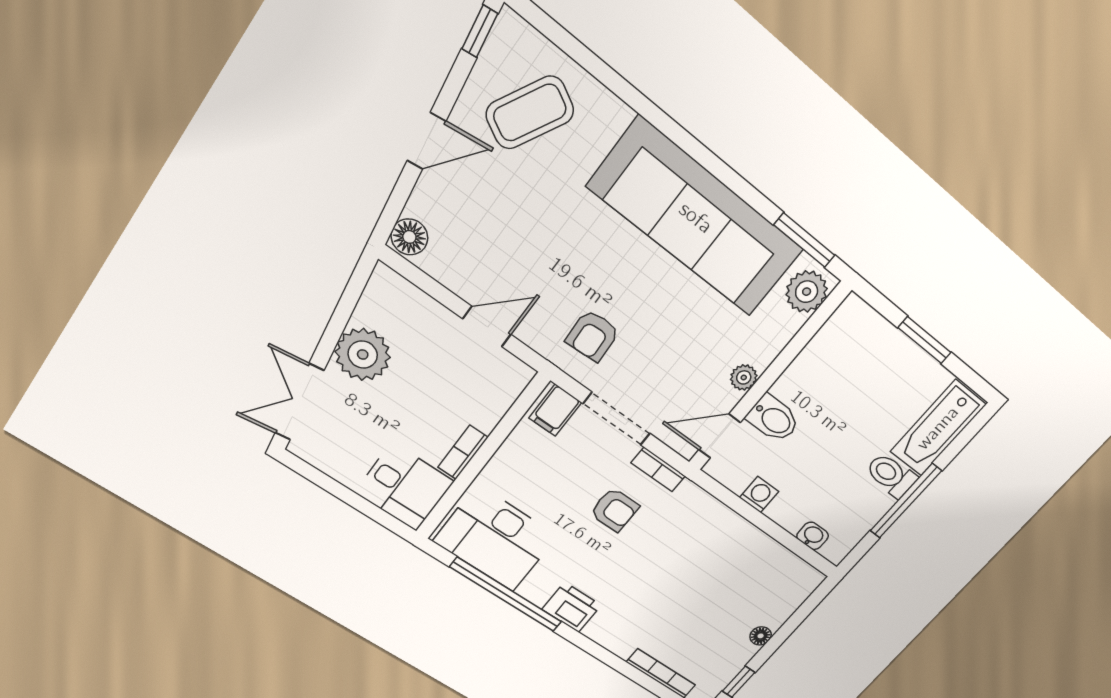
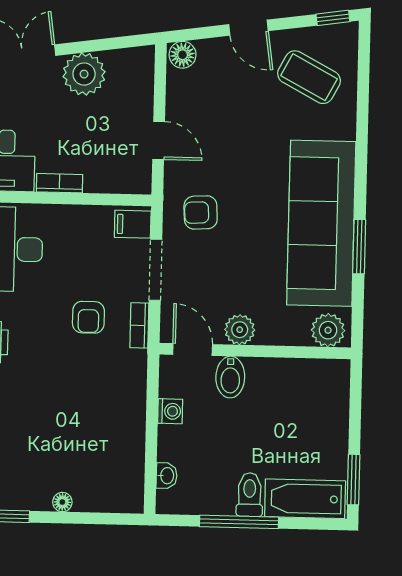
window: (804, 240) -> (359, 247), moved
window: (925, 340) -> (354, 480), moved
plant: (744, 377) -> (240, 330), width x1.38, depth x1.38

